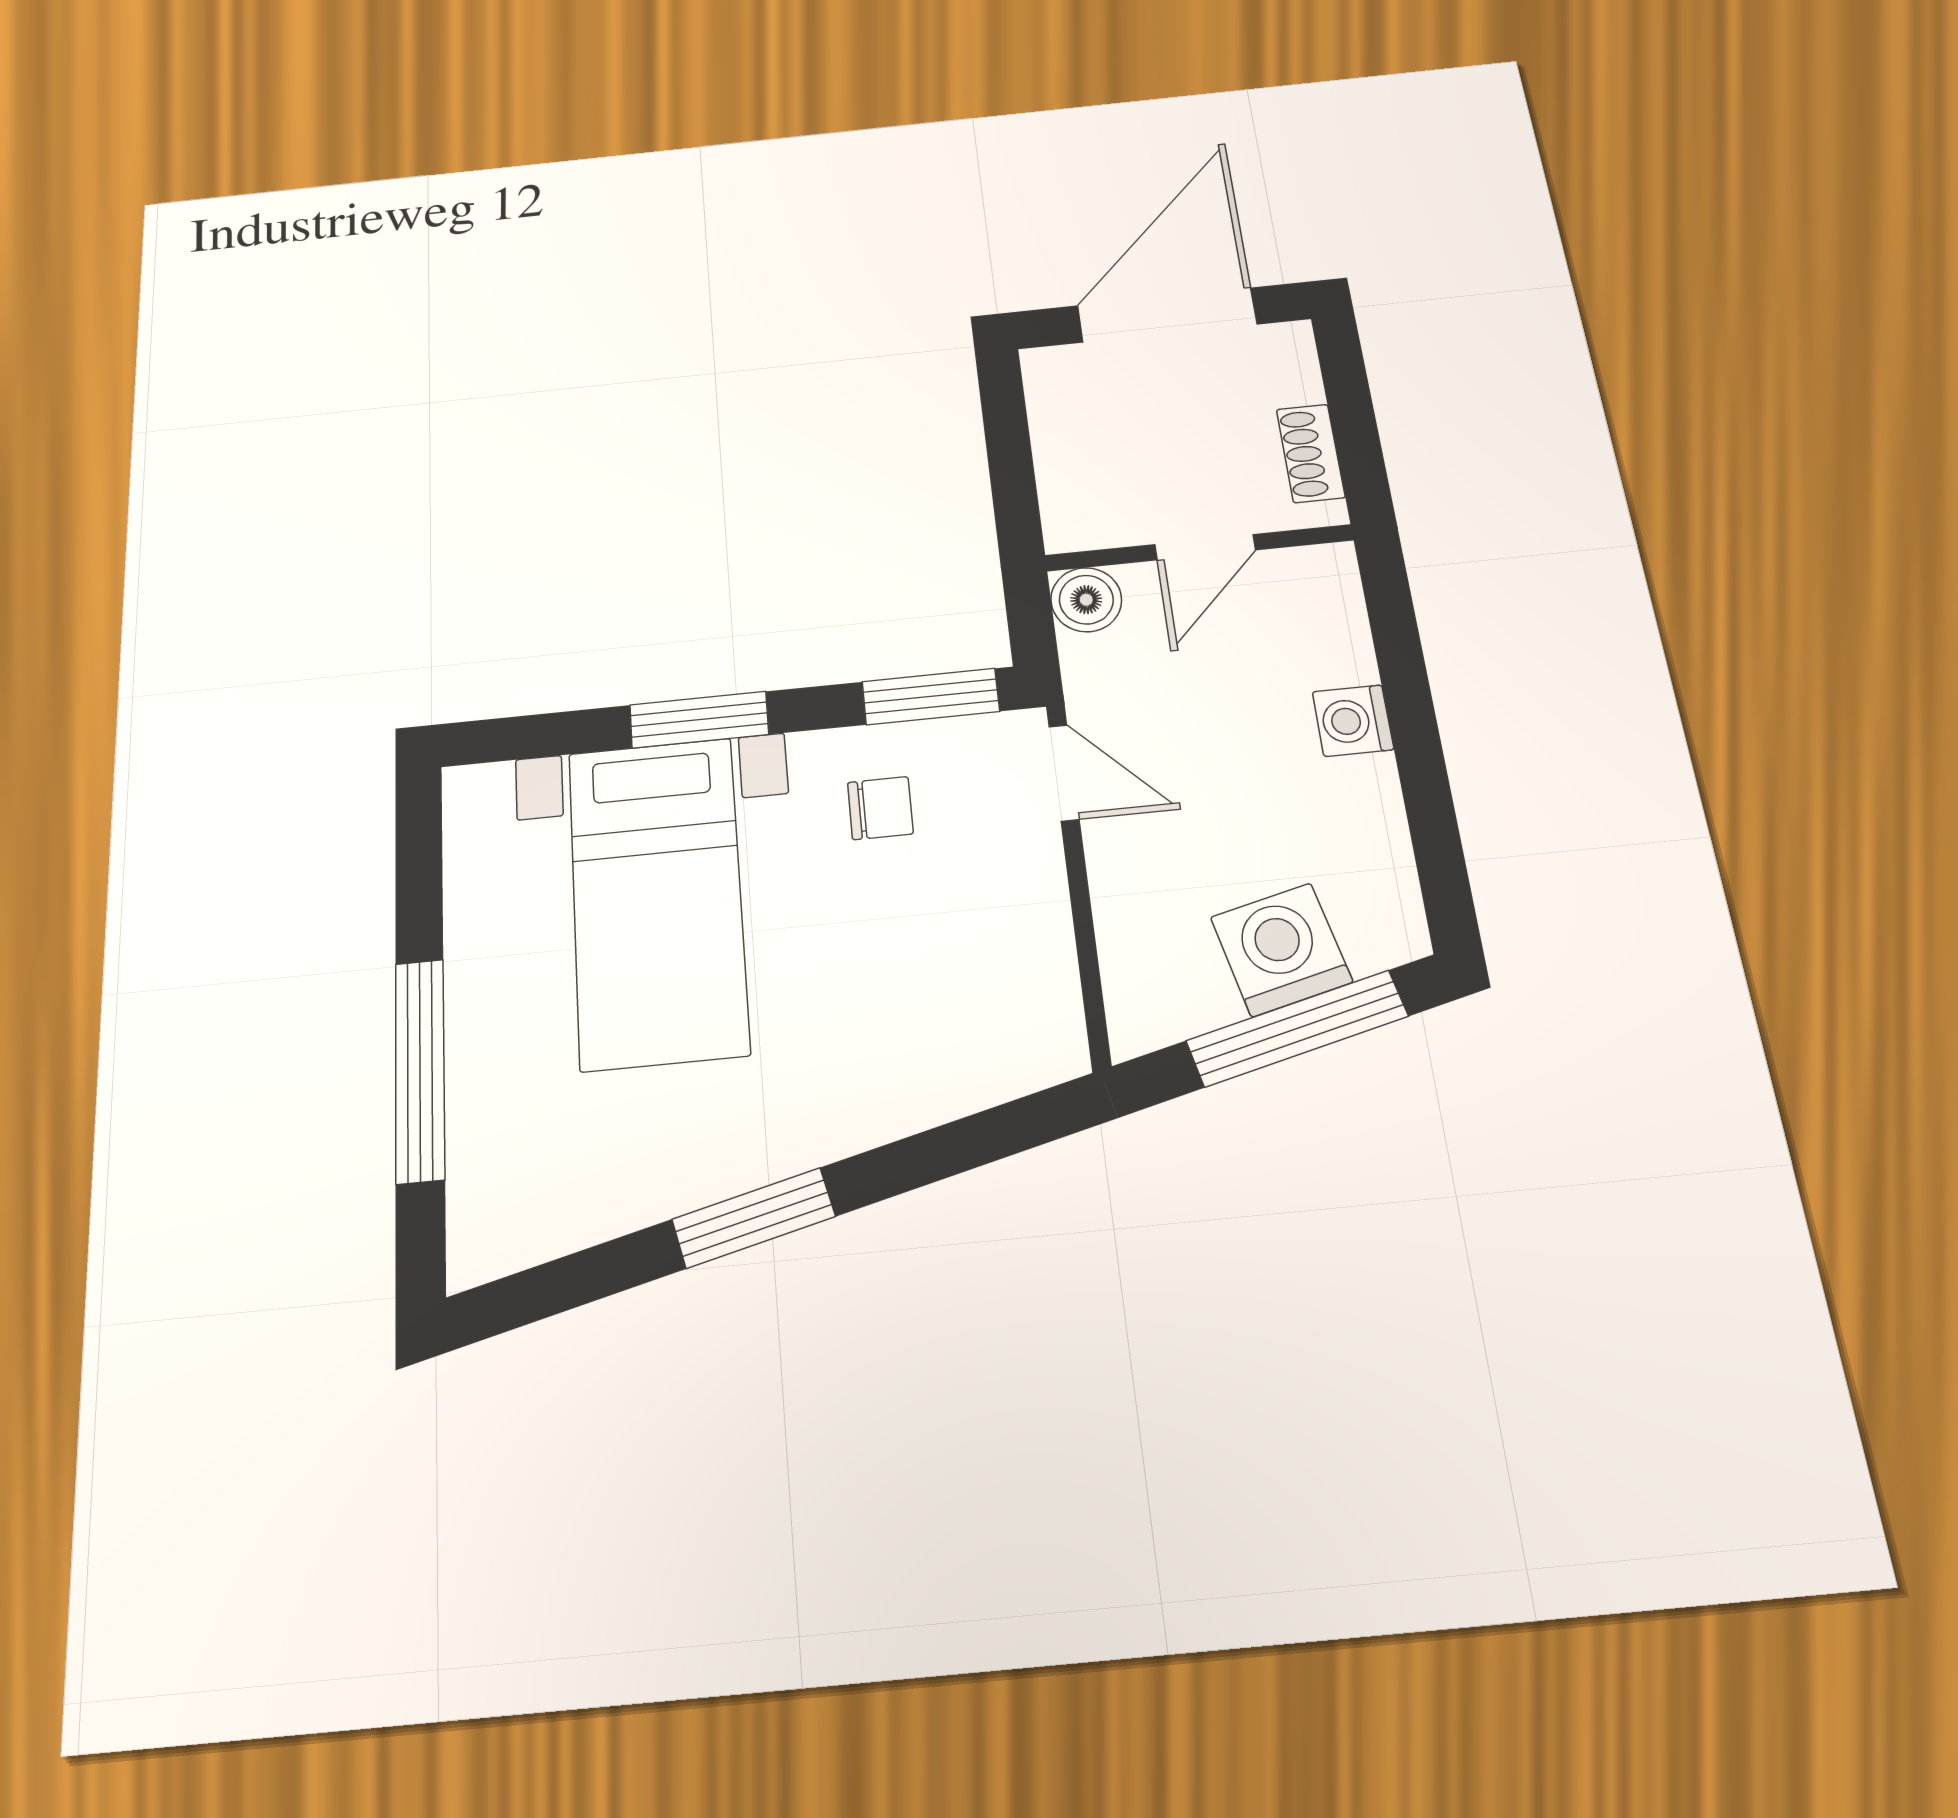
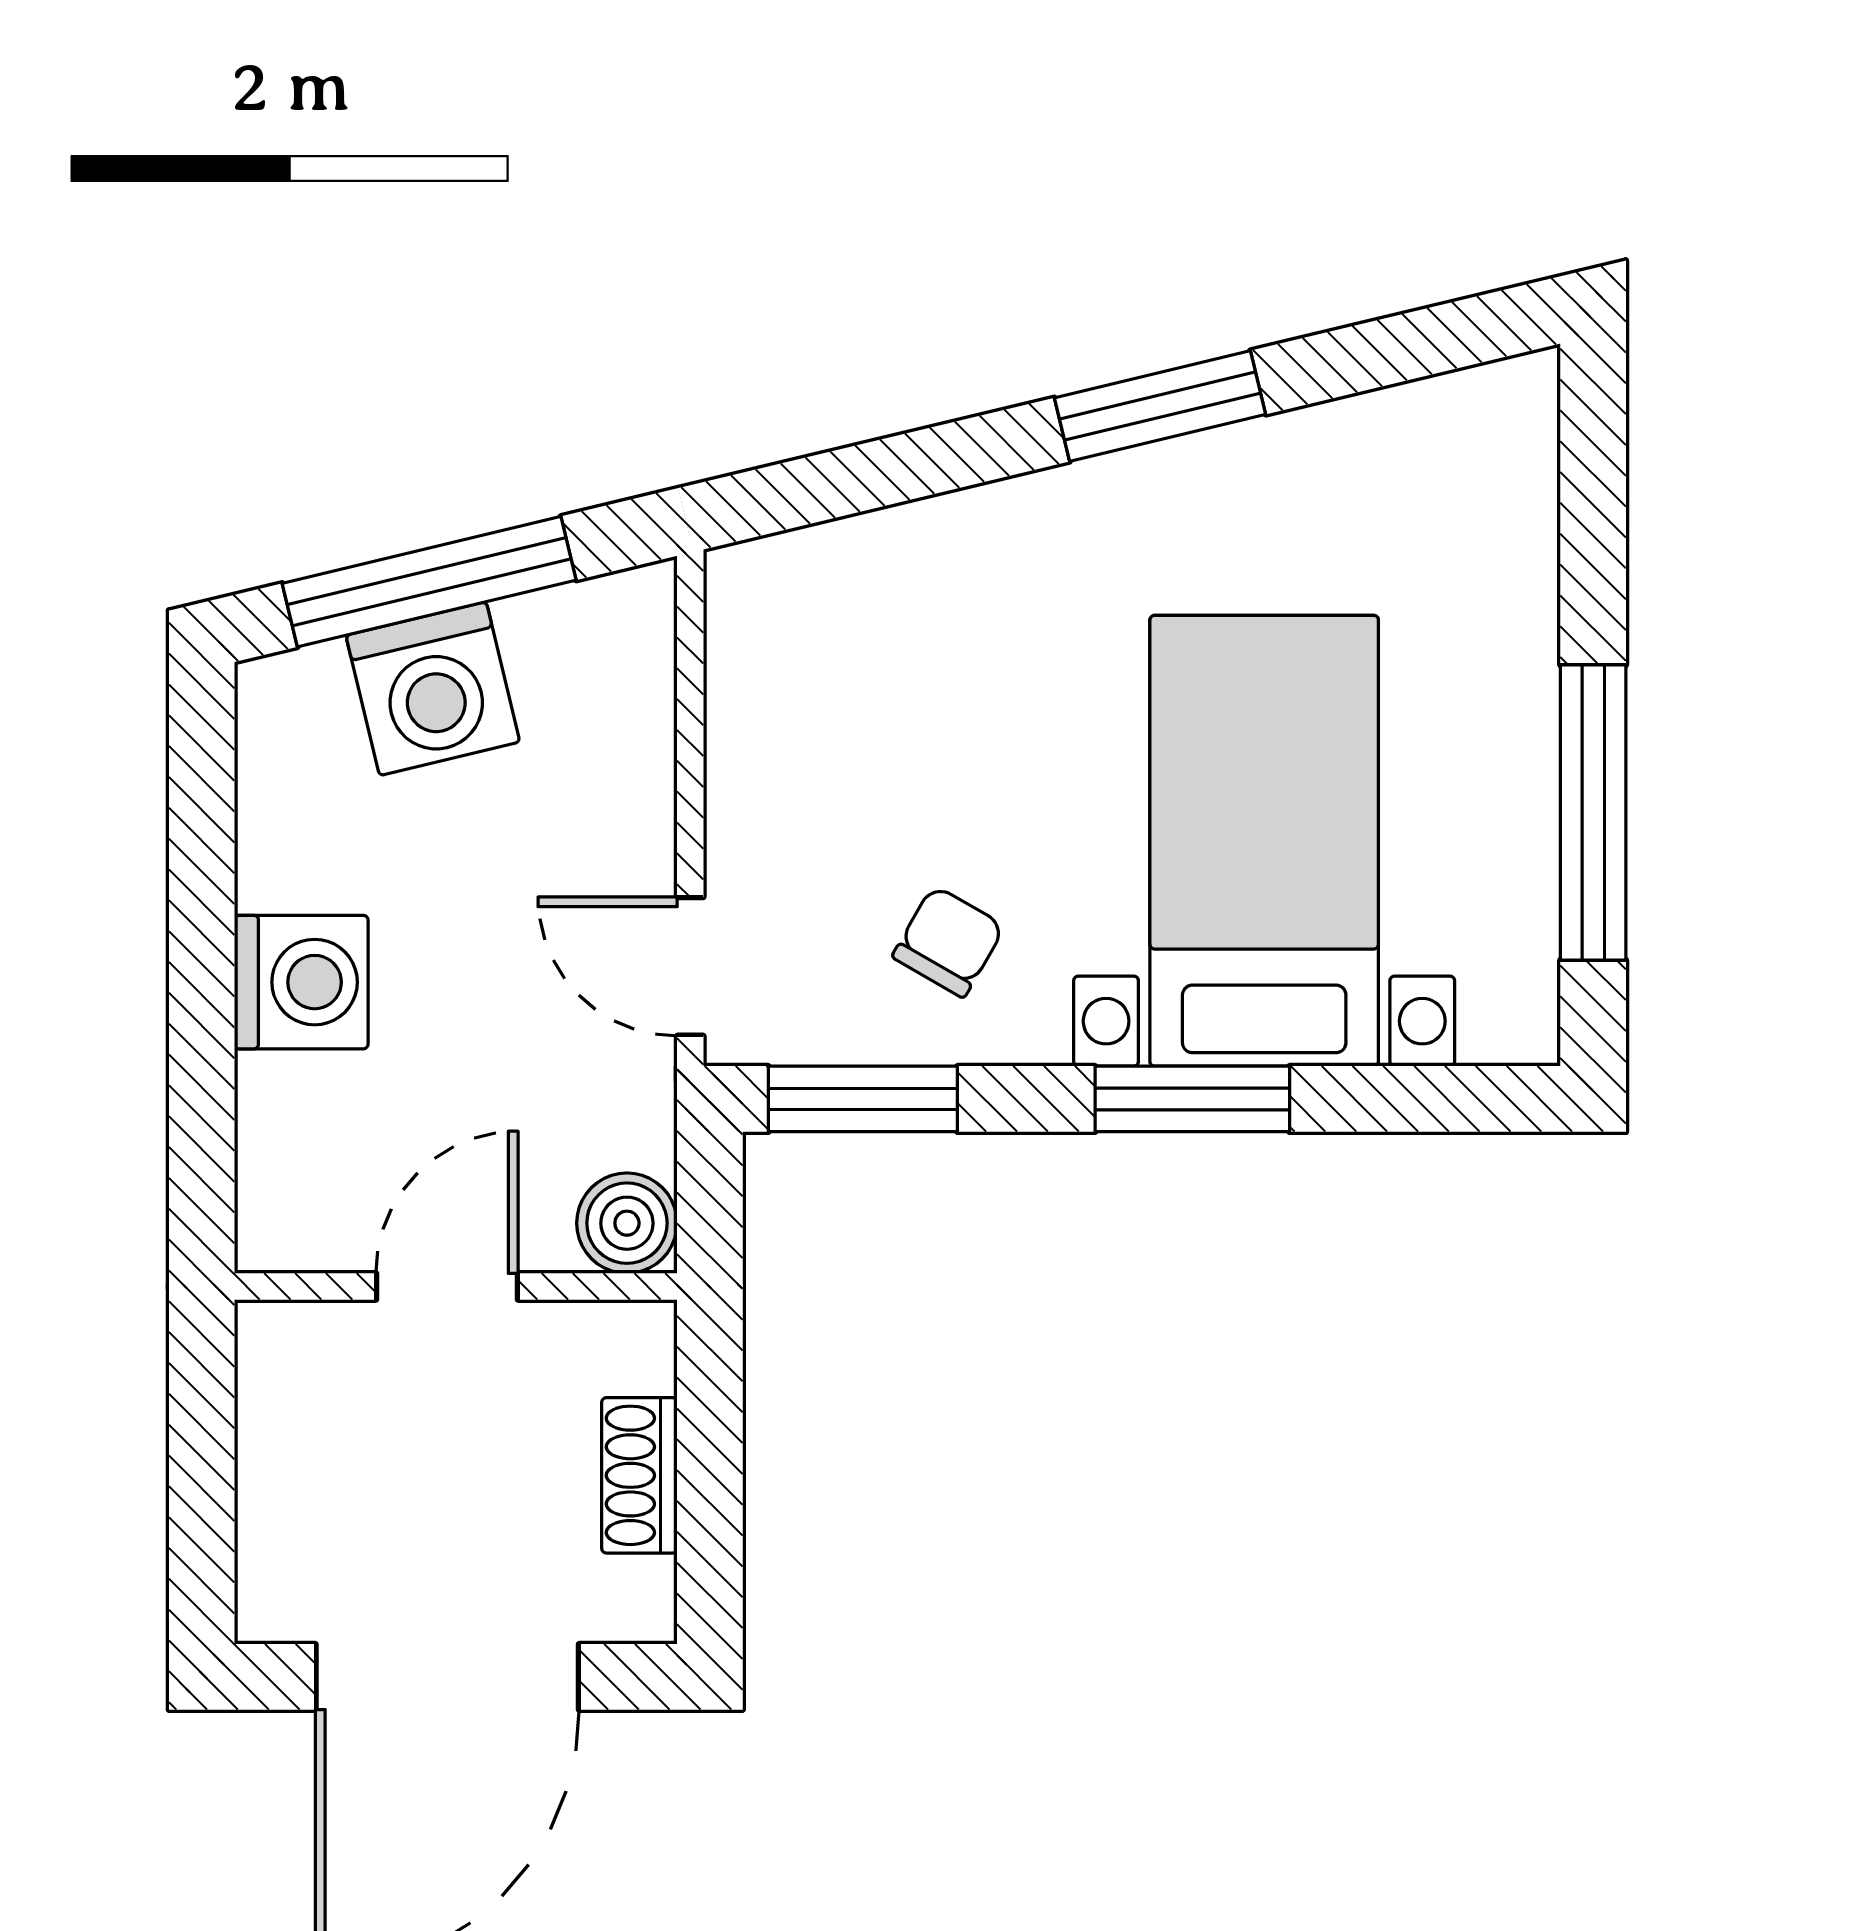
shoe rack: (1311, 453) -> (639, 1475), moved, turned 180
washing machine: (1353, 721) -> (301, 982), width x1.38, depth x1.38
chair: (880, 808) -> (948, 942), turned 120
window: (420, 1070) -> (1593, 812), moved

